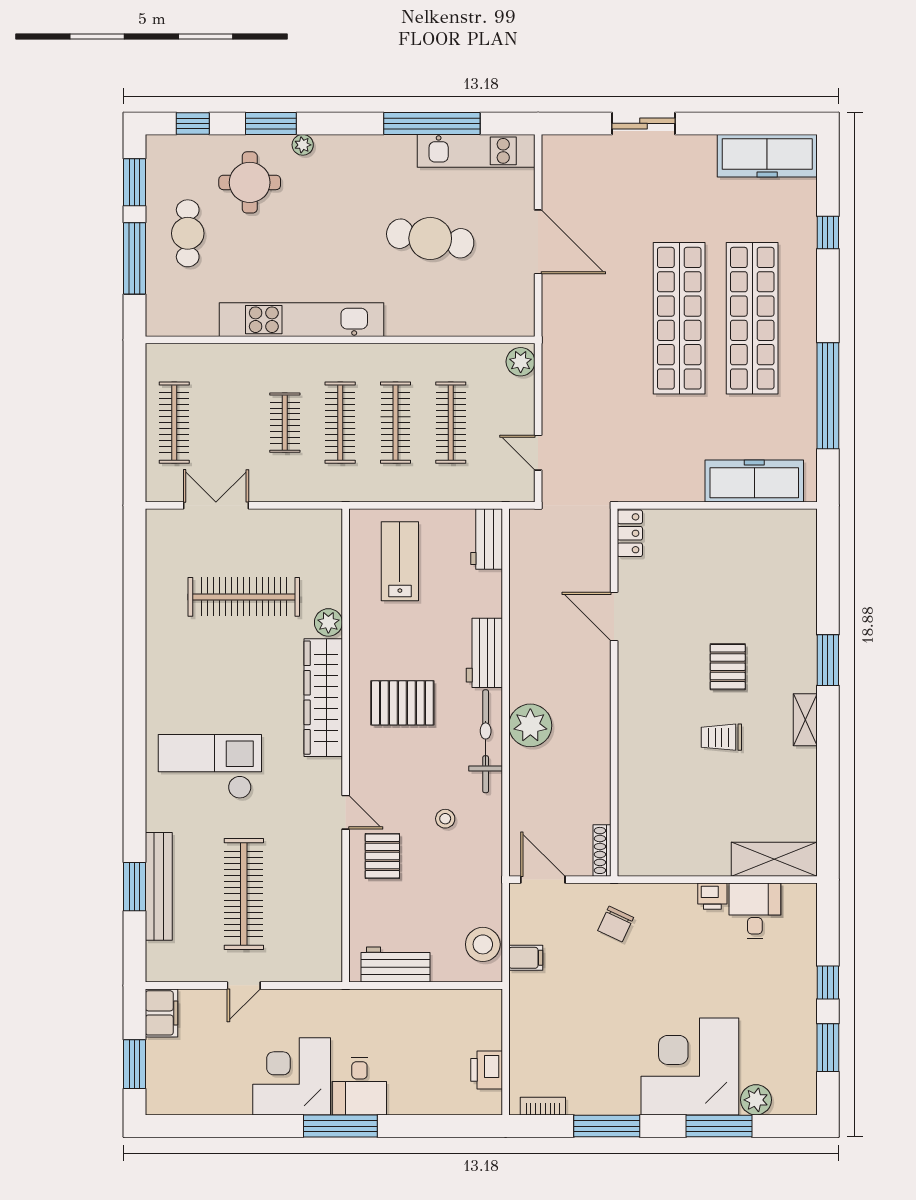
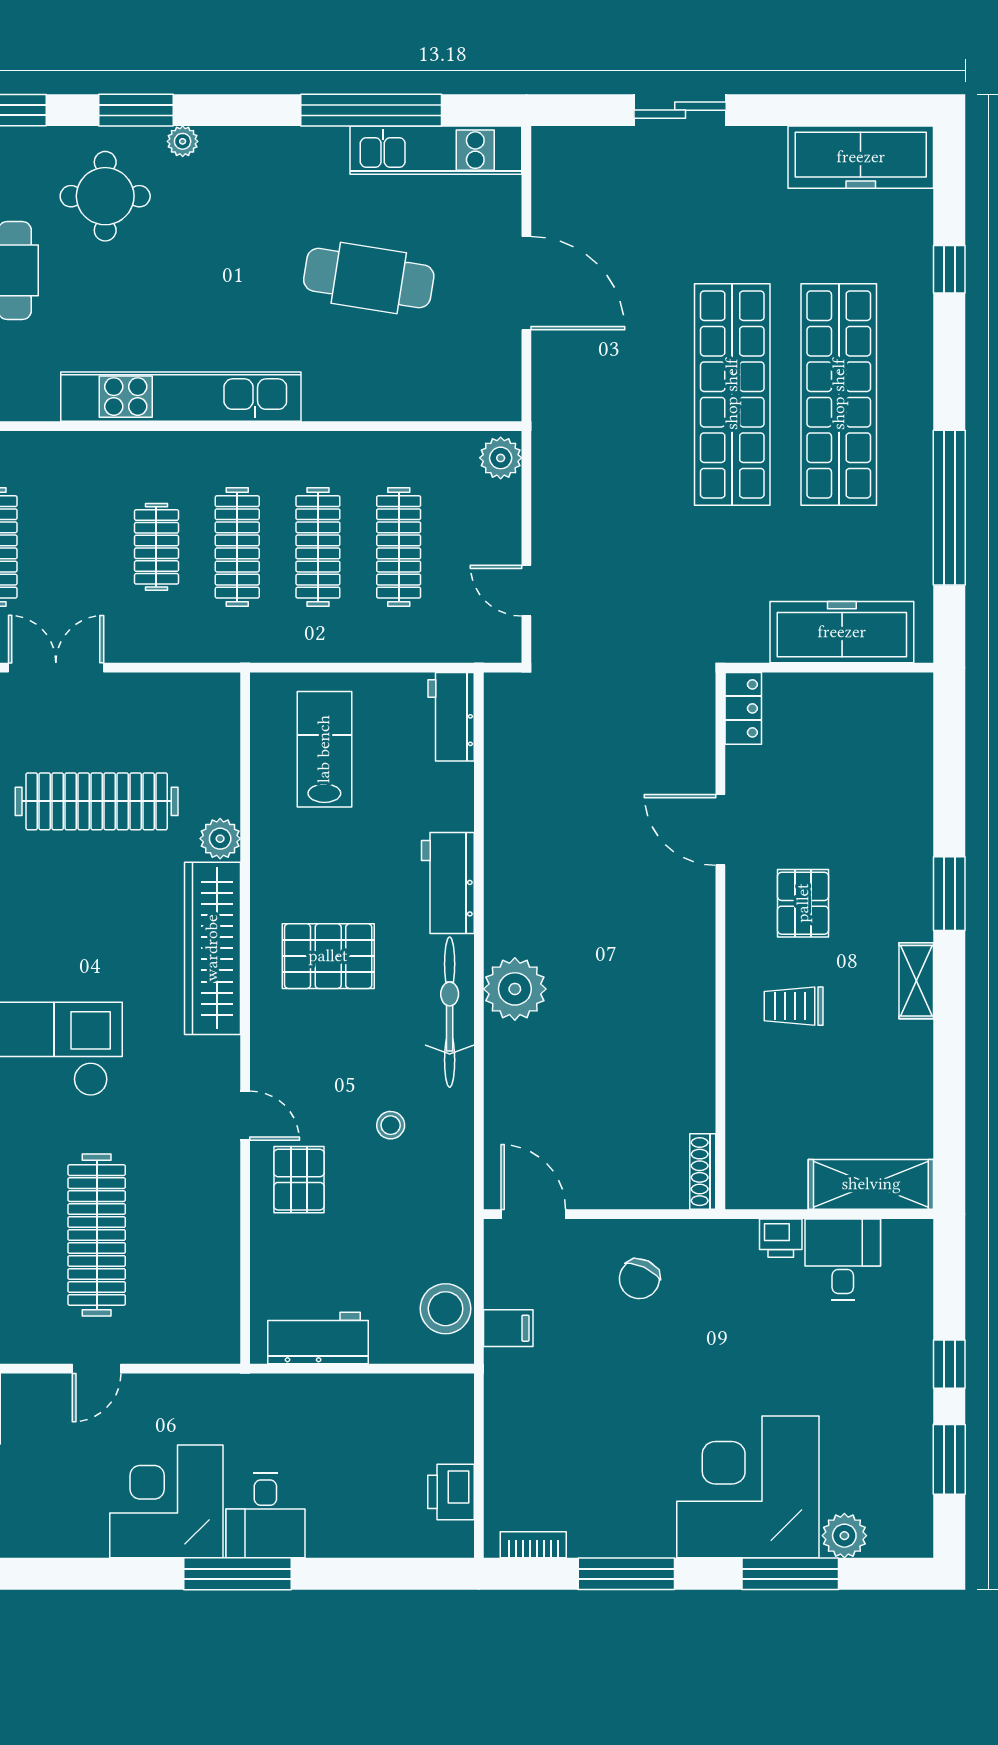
locker: (630, 533) -> (743, 708), moved
door: (614, 616) -> (720, 830), moved
wall: (614, 693) -> (720, 941), moved
shoe rack: (602, 850) -> (703, 1172), moved

